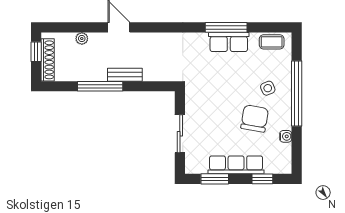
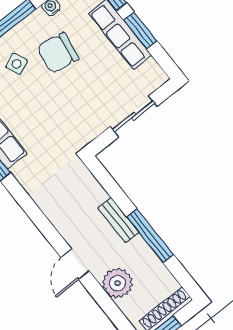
plant: (82, 39) -> (118, 283), width x1.87, depth x1.87
window: (215, 179) -> (140, 30), moved

